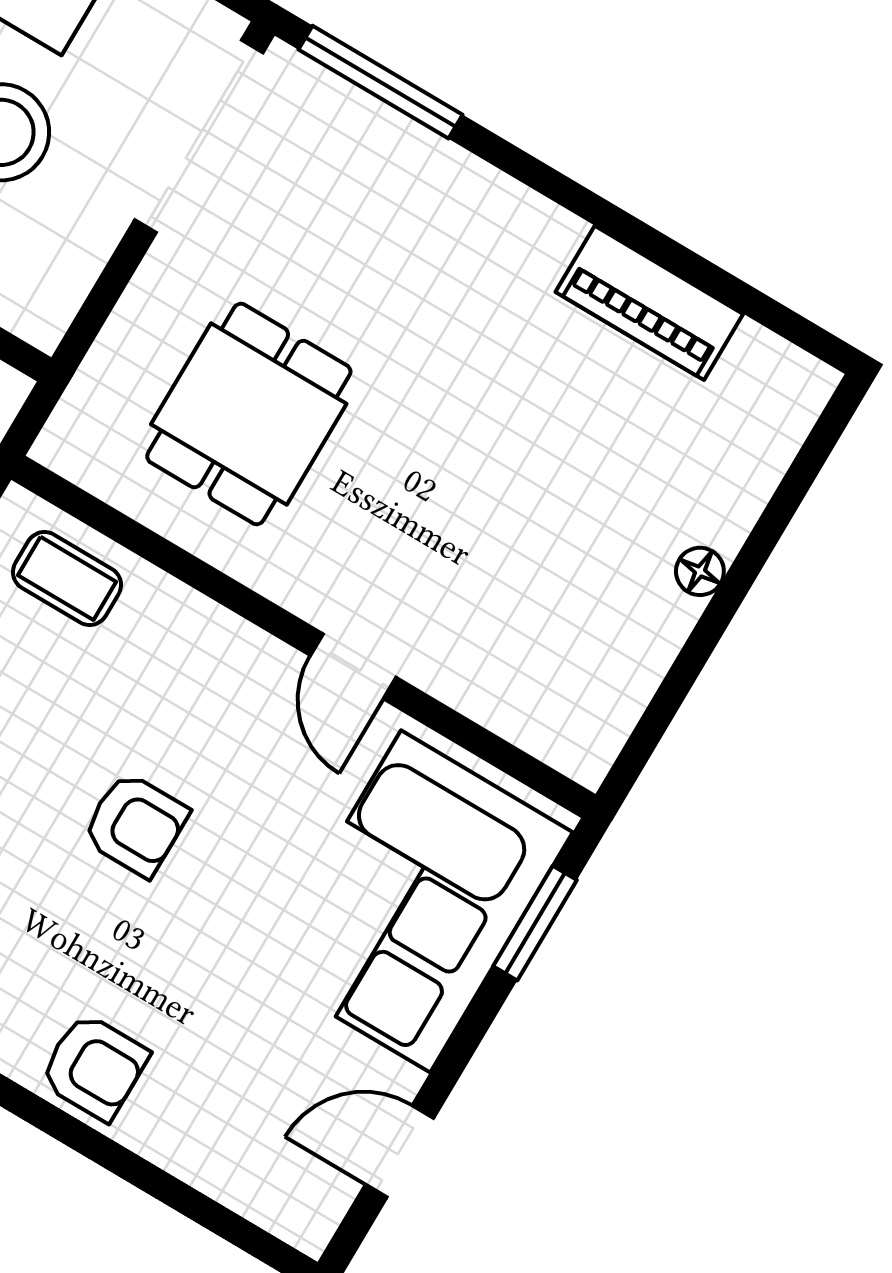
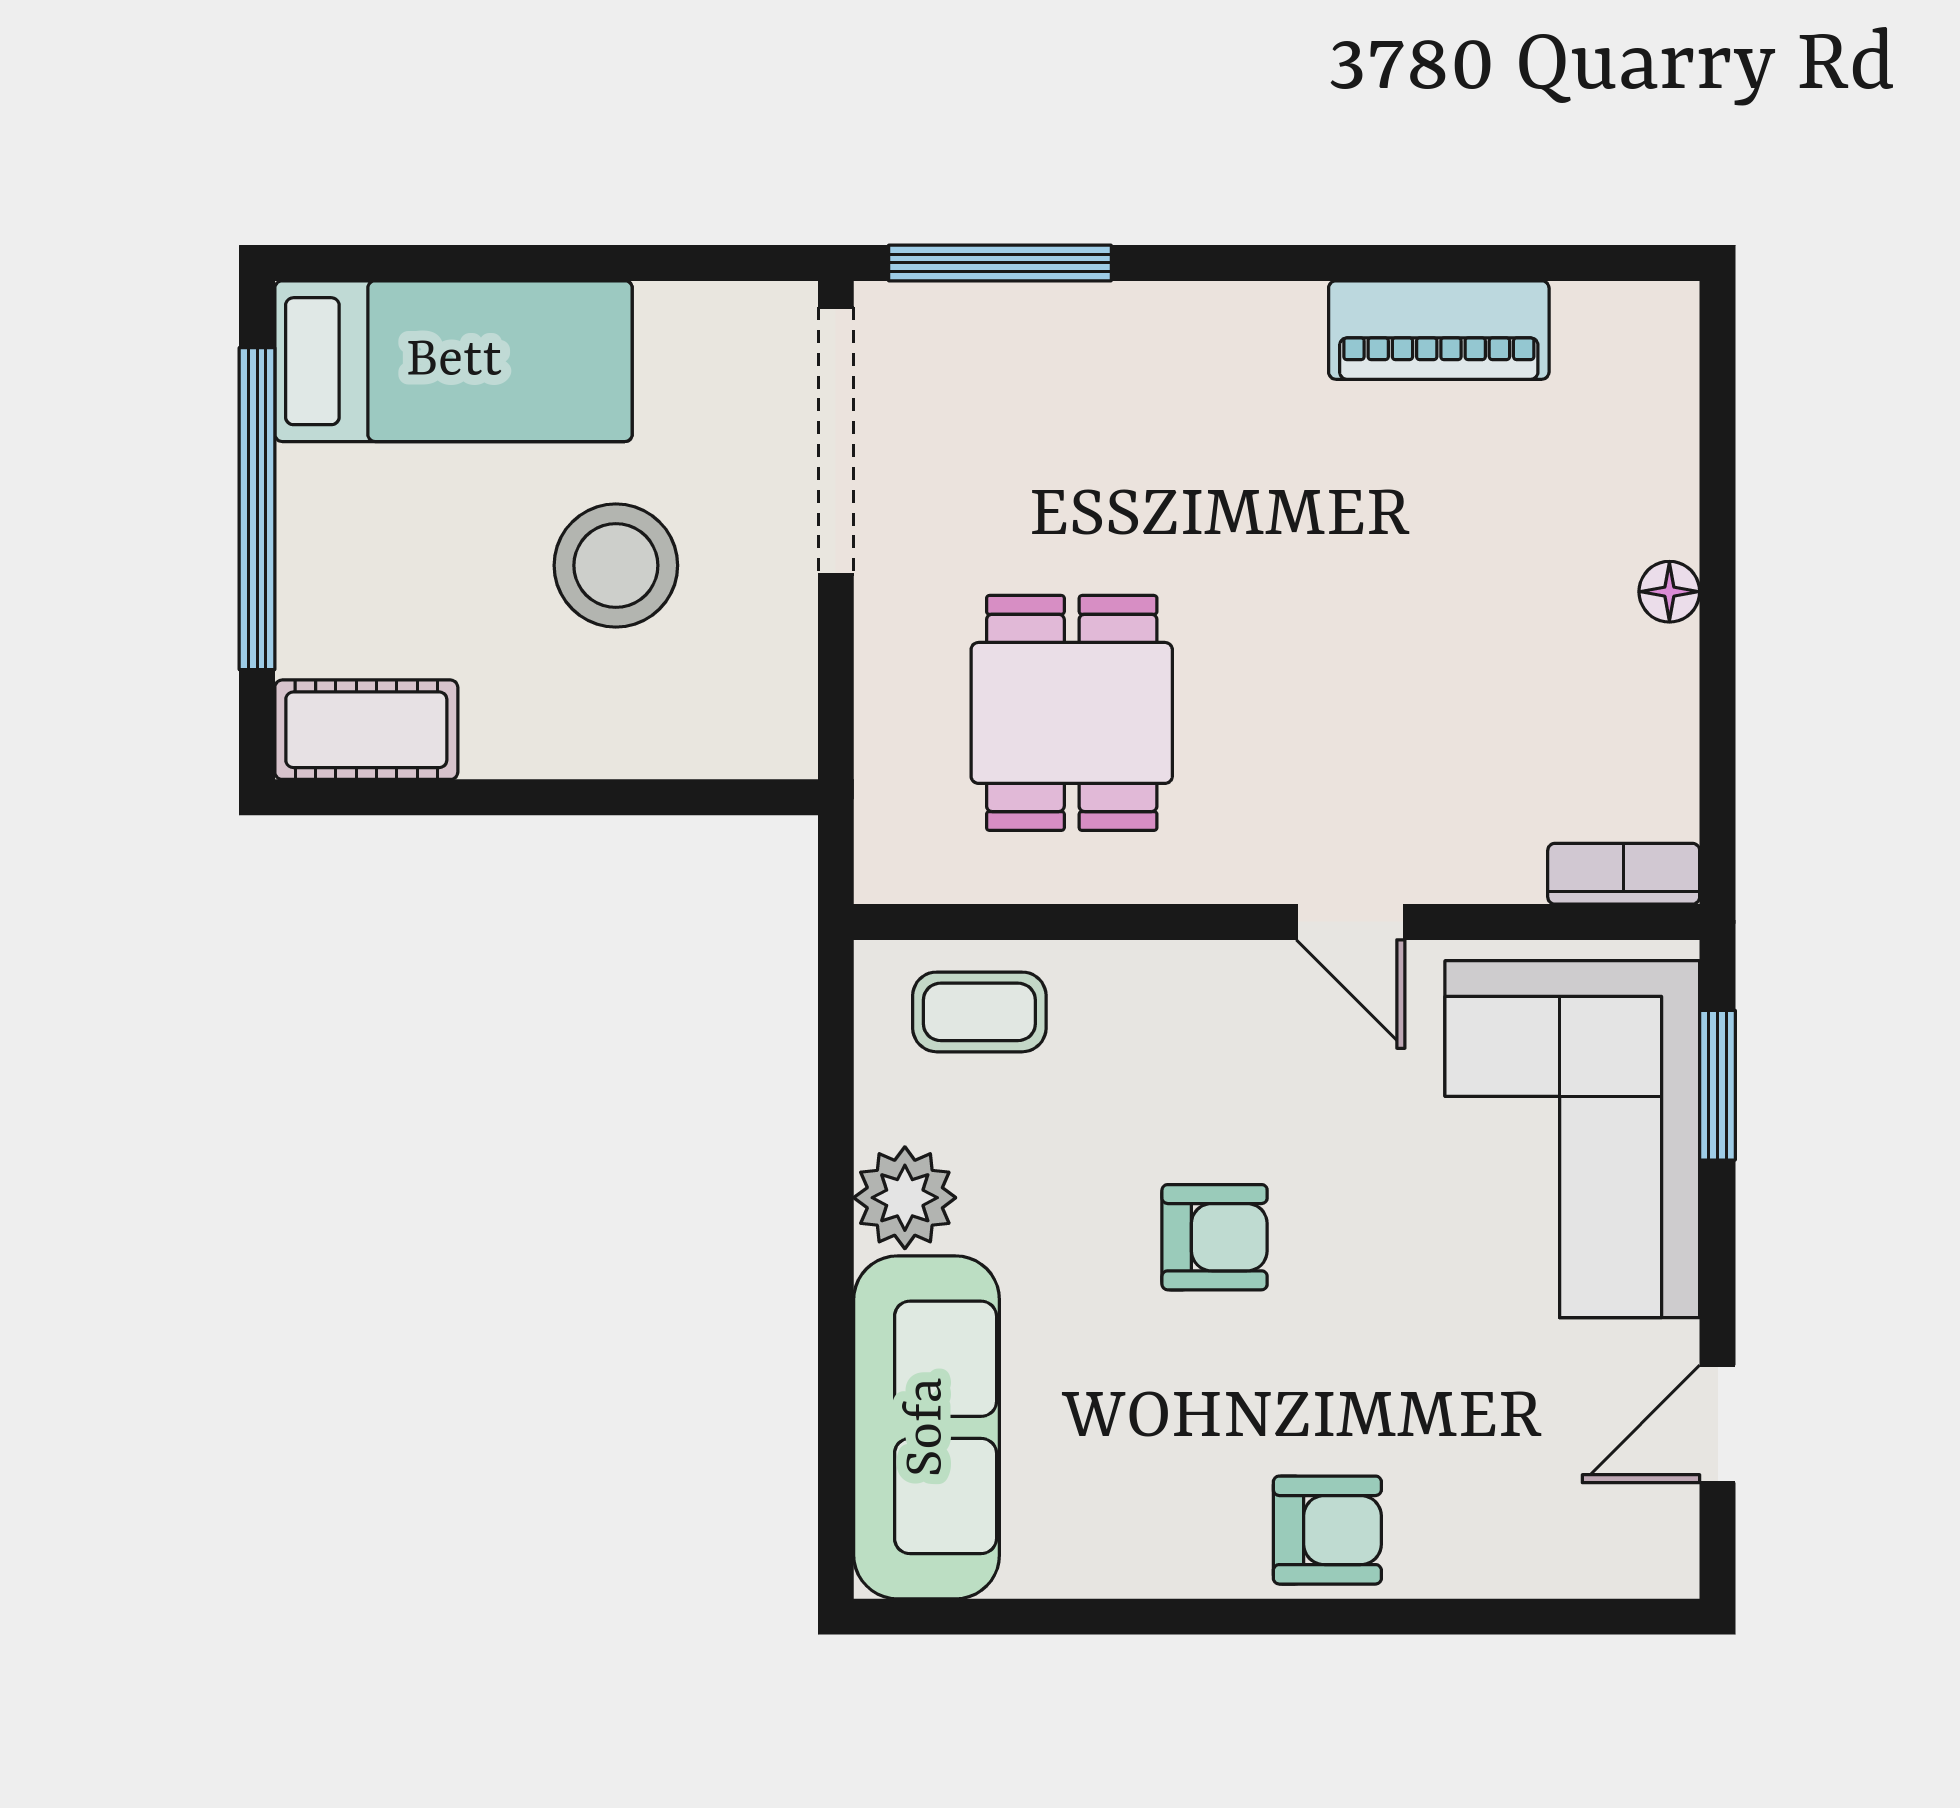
bookcase: (556, 743) -> (1624, 874), added

